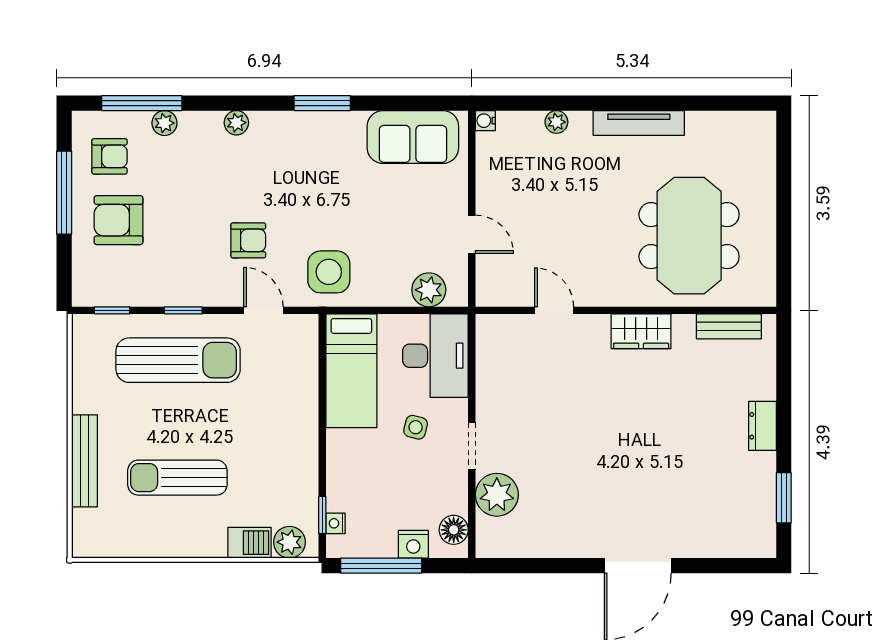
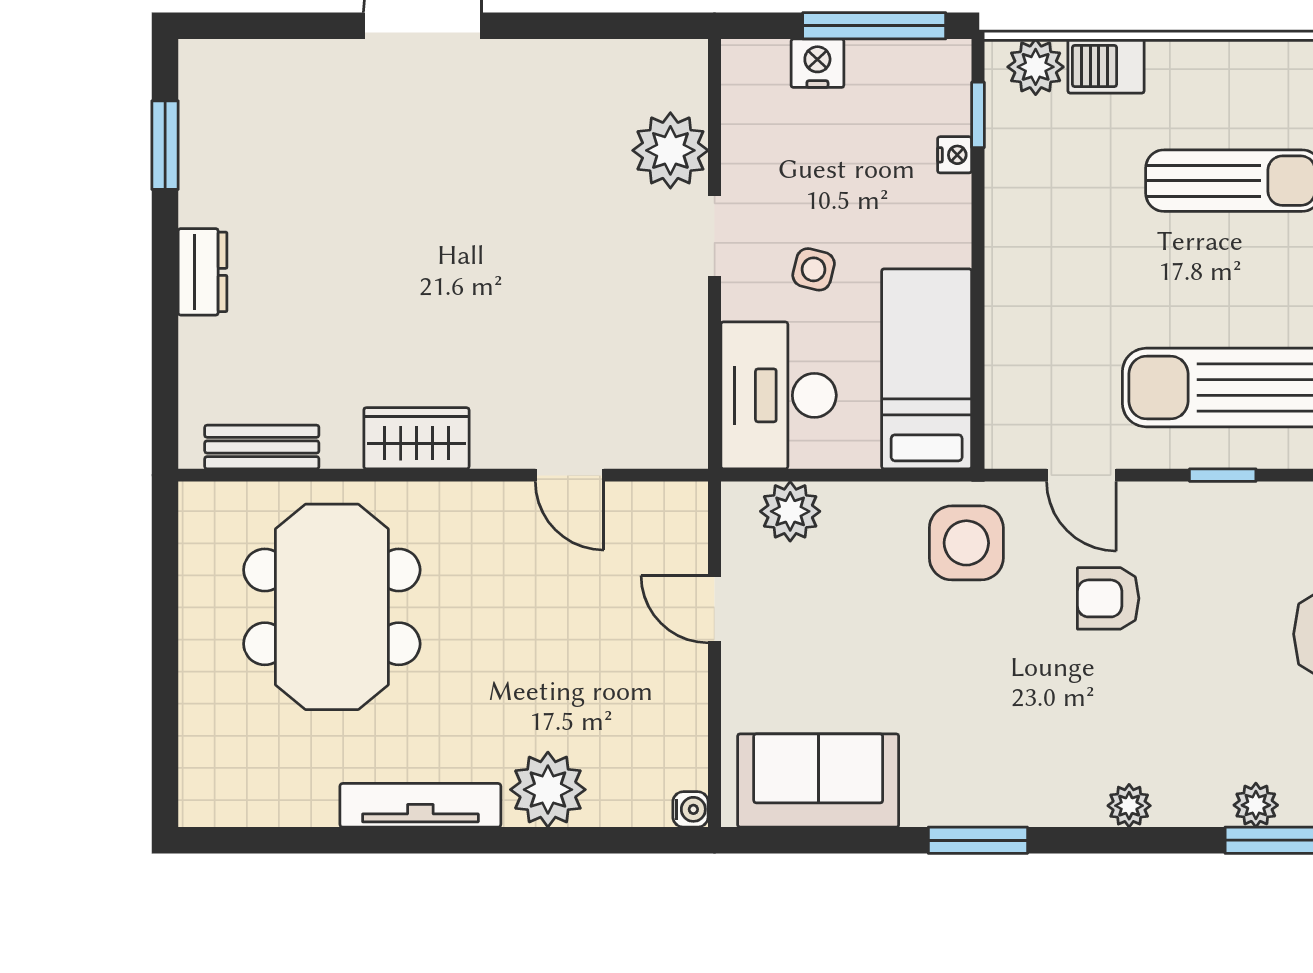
plant: (556, 122) -> (548, 790), width x1.88, depth x1.88
nightstand: (335, 523) -> (955, 155), moved
floor lamp: (454, 530) -> (746, 89), removed

